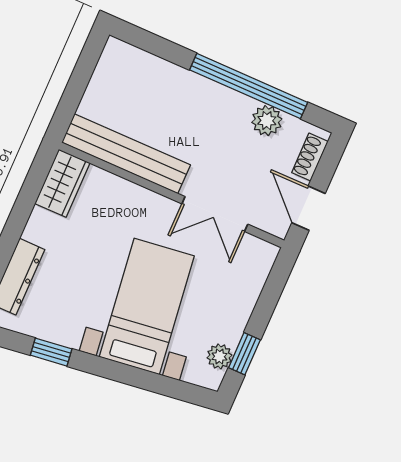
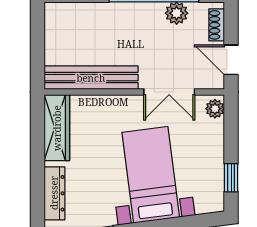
wardrobe: (62, 183) -> (57, 128), width x1.50
plant: (219, 356) -> (215, 109), moved

